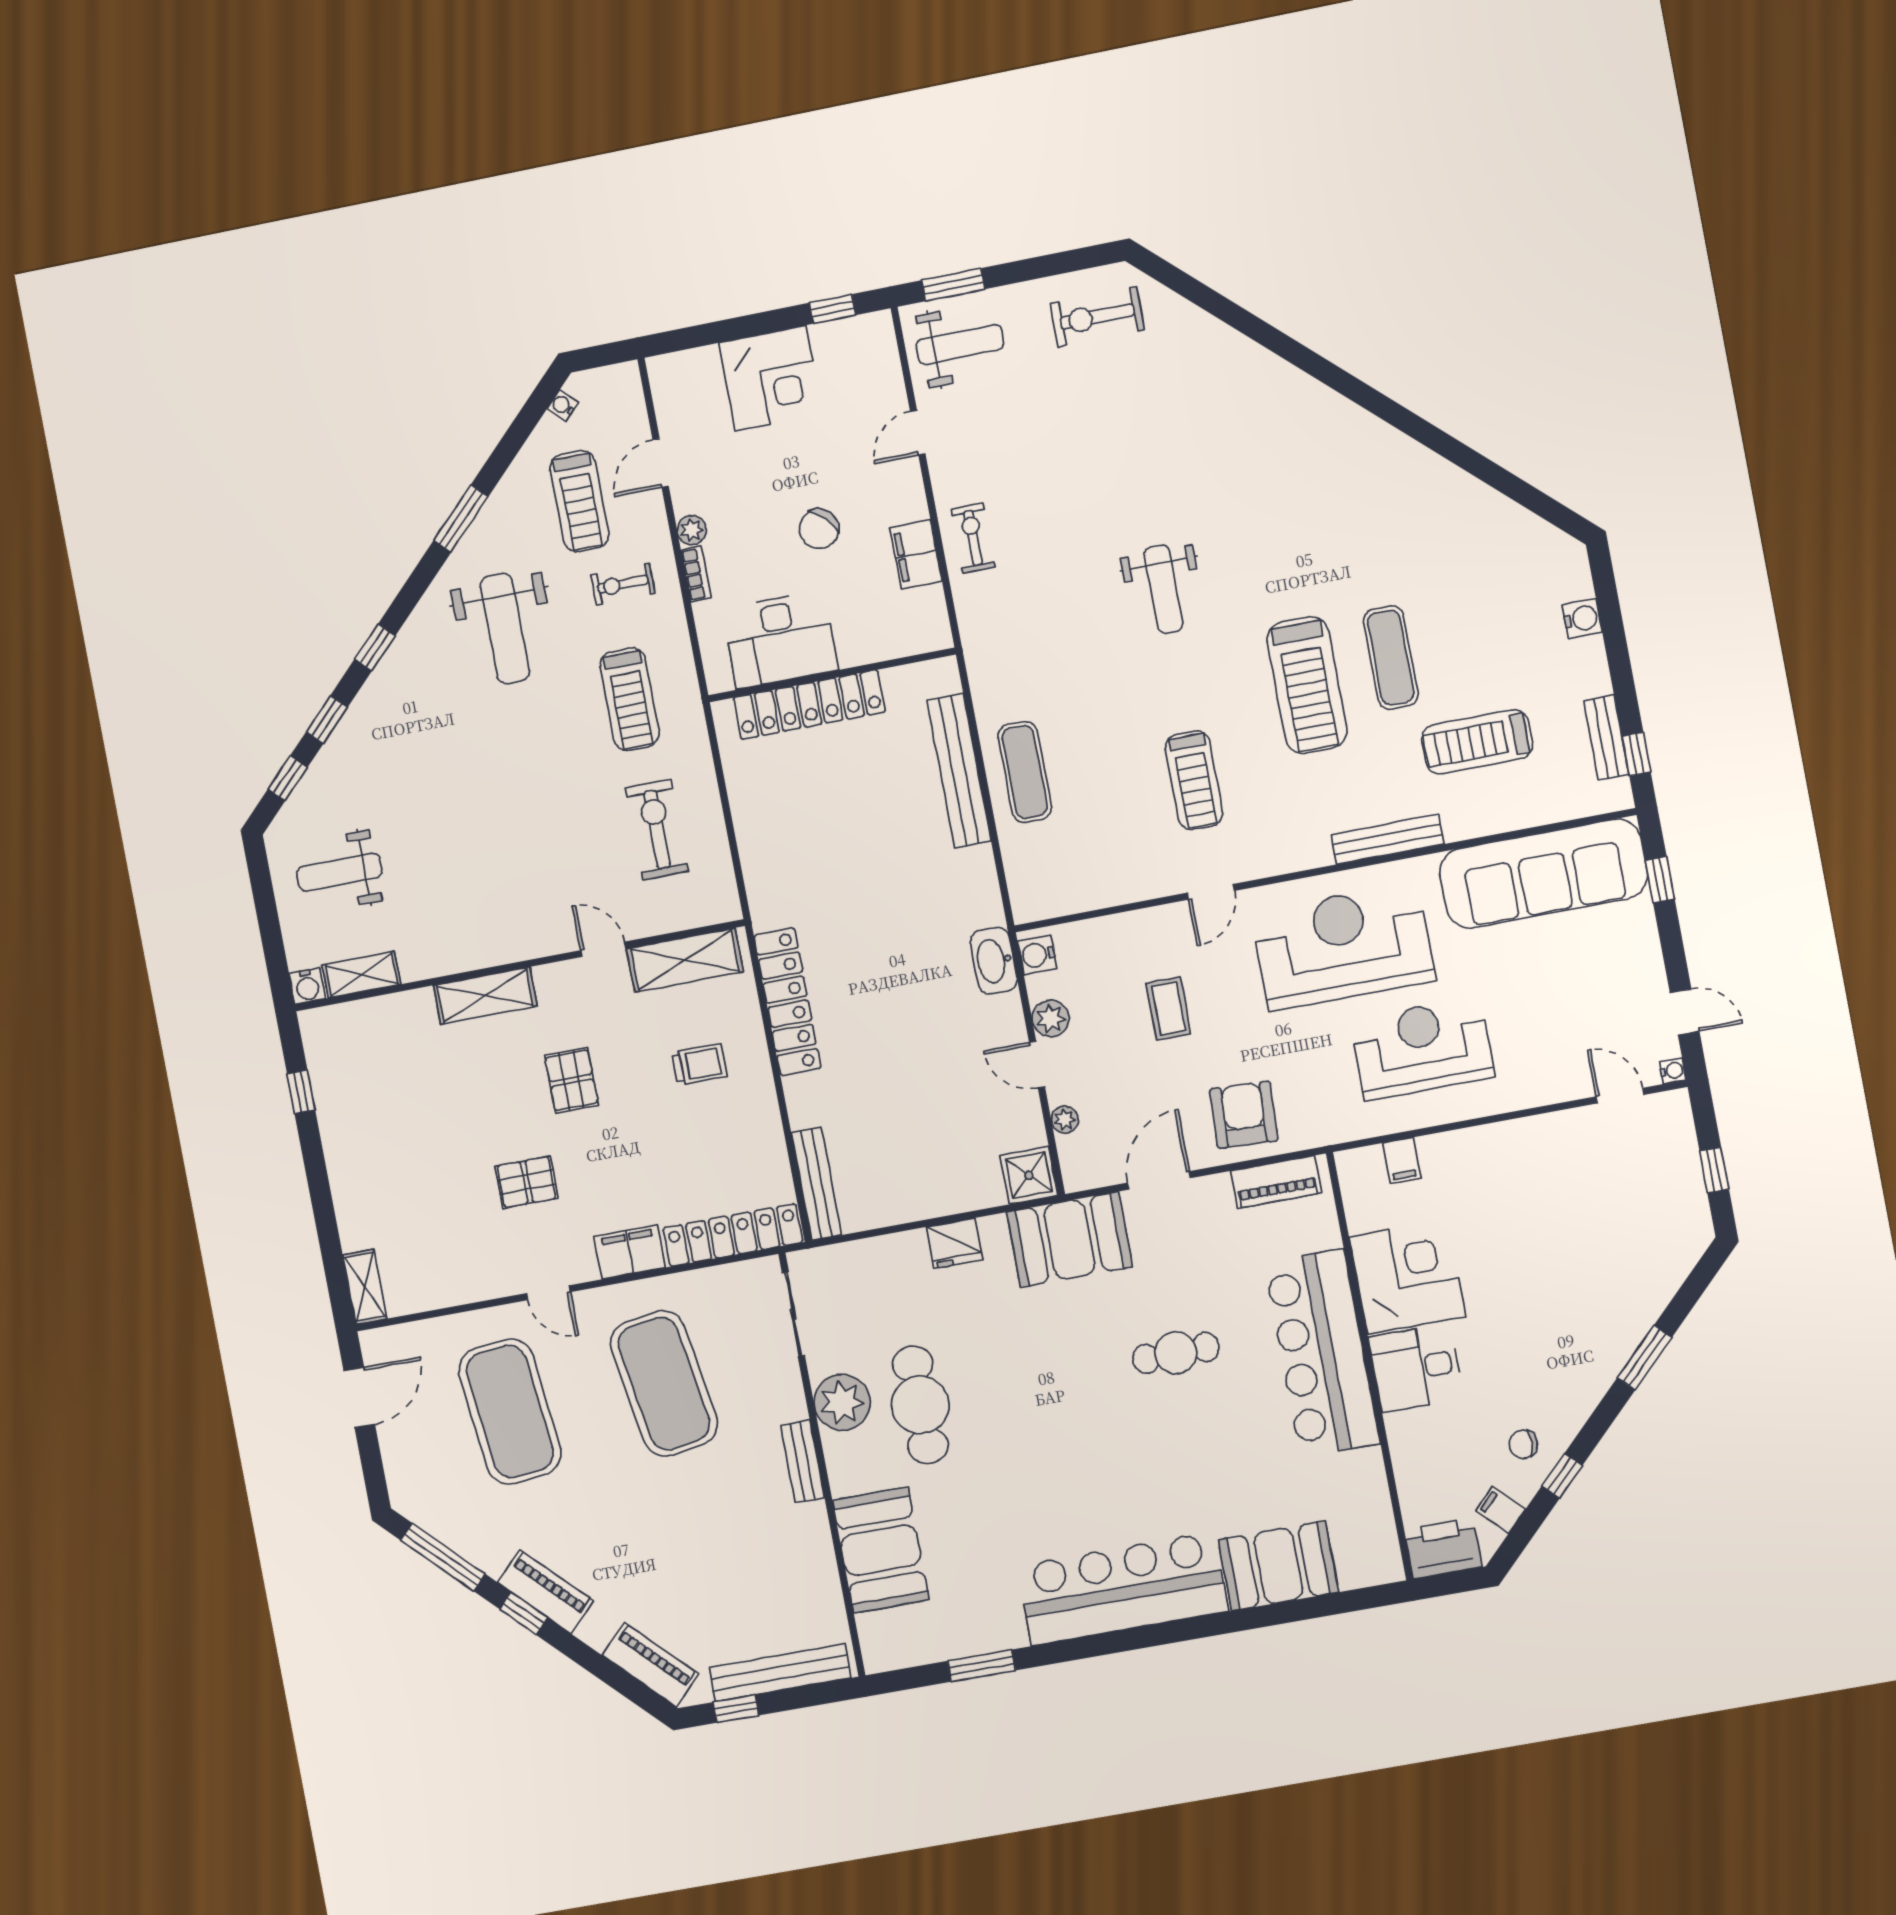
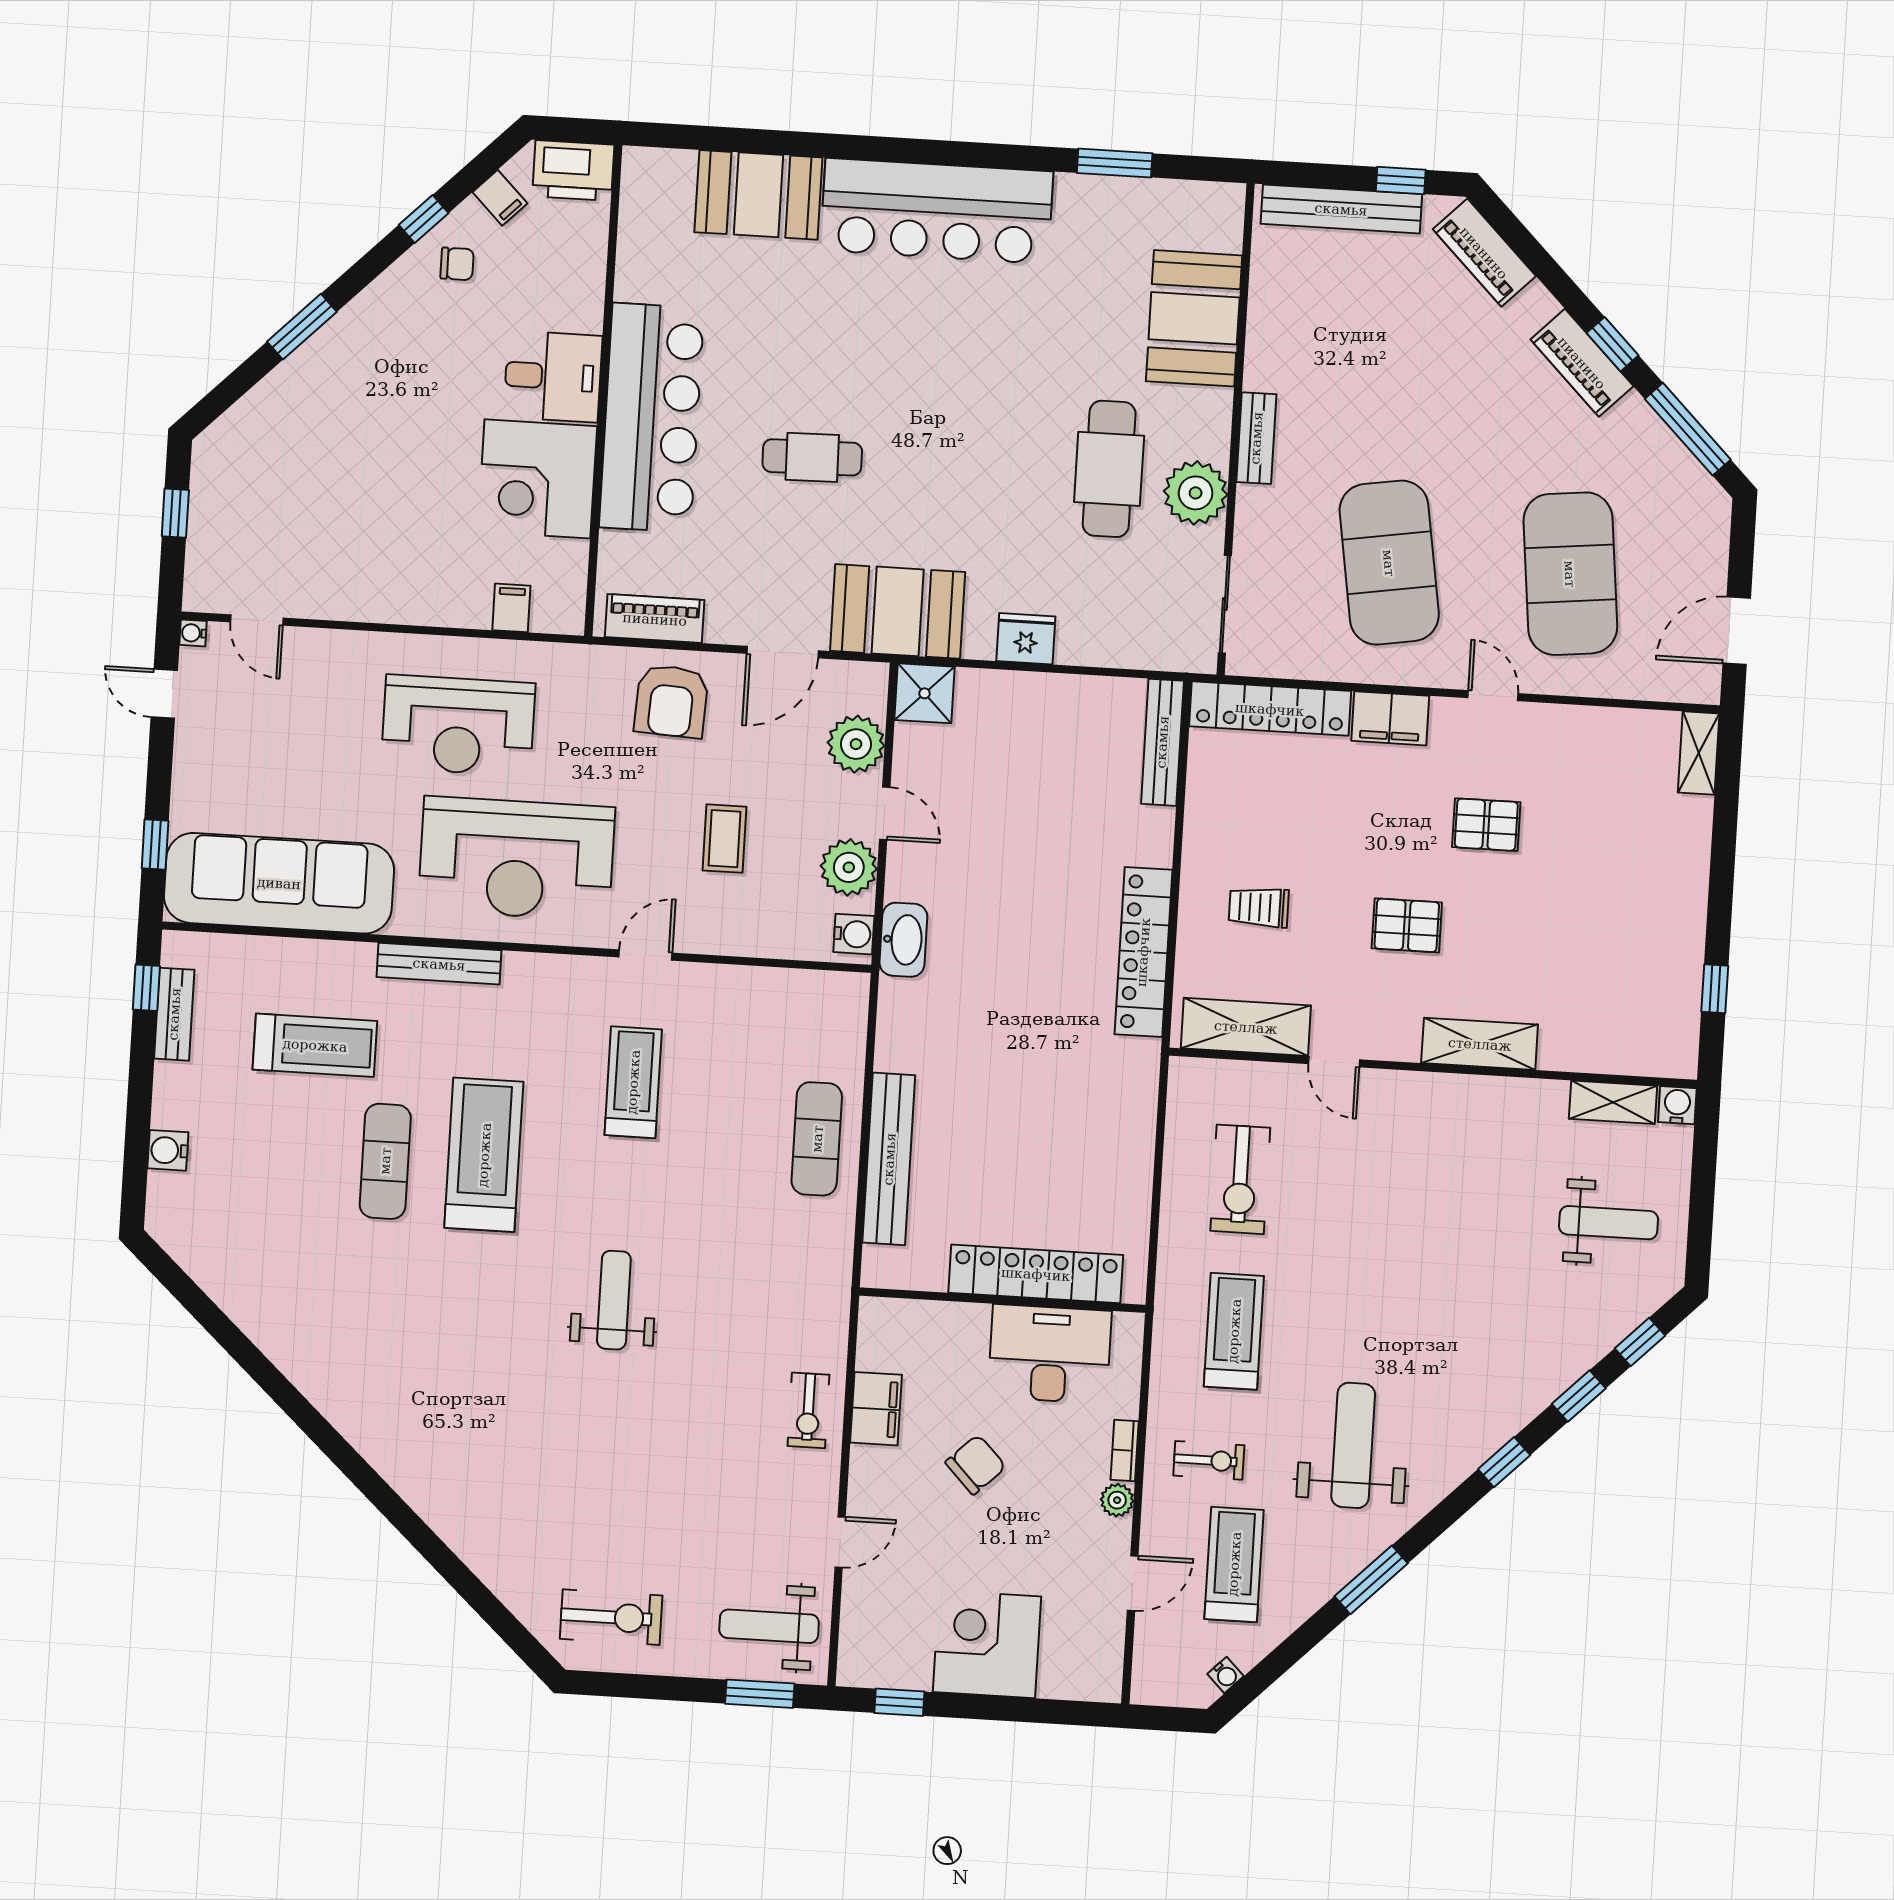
plant: (1051, 1018) -> (849, 867), width x1.36, depth x1.36
pallet: (571, 1080) -> (1407, 925), turned 90
plant: (1065, 1120) -> (856, 744), width x1.88, depth x1.88

